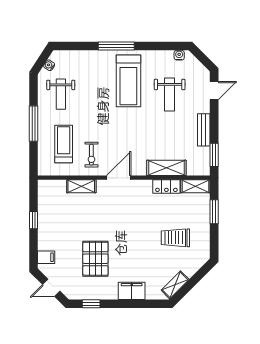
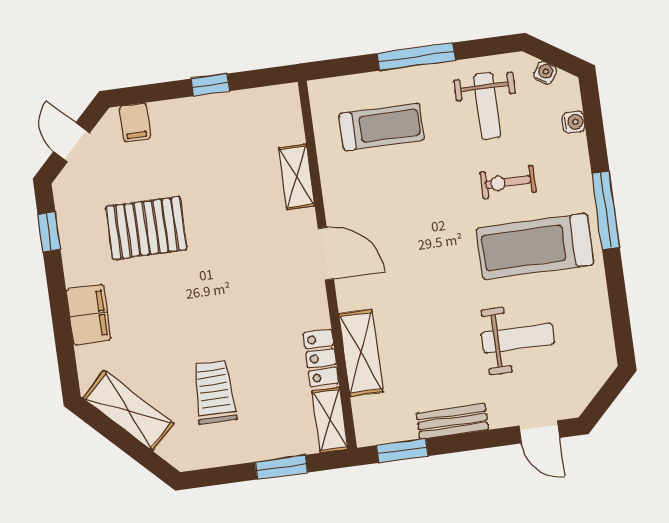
water cooler: (179, 55) -> (574, 122), moved
weight bench: (61, 94) -> (487, 106), turned -90
weight bench: (170, 94) -> (518, 338), turned 180
exercise bike: (91, 155) -> (508, 182), moved
shelving: (175, 285) -> (128, 411), width x1.50, depth x1.33

